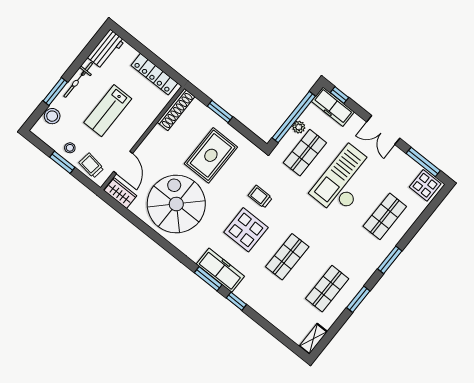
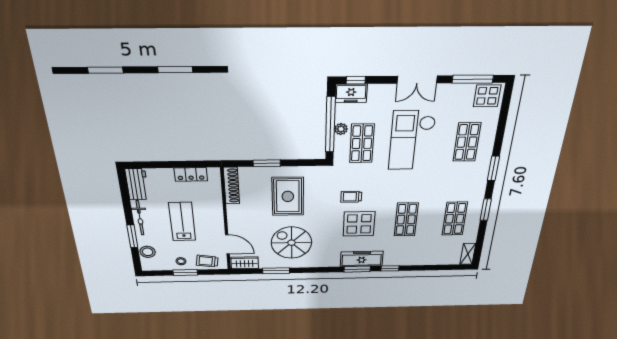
locker: (154, 74) -> (191, 174), width x0.66
freezer: (333, 107) -> (351, 93), width x0.71
lab bench: (108, 111) -> (182, 222), turned 180
spiral stairs: (176, 204) -> (291, 243), width x0.73, depth x0.73
window: (139, 223) -> (276, 271), added

